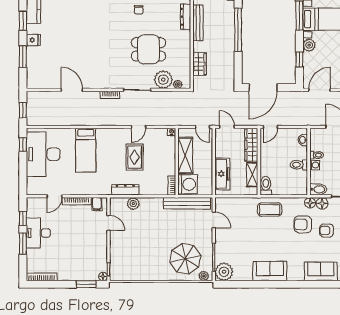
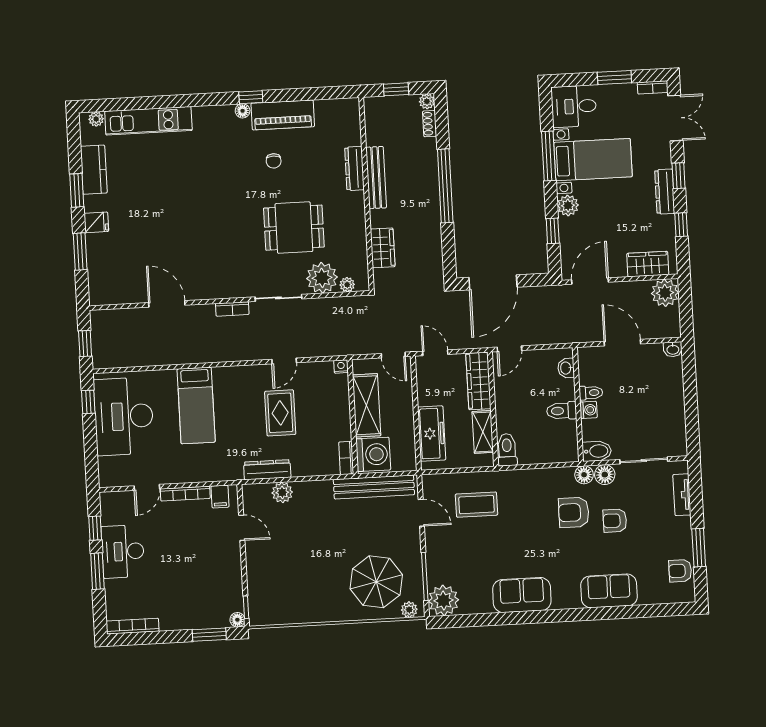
coffee table: (270, 209) -> (477, 505), moved

